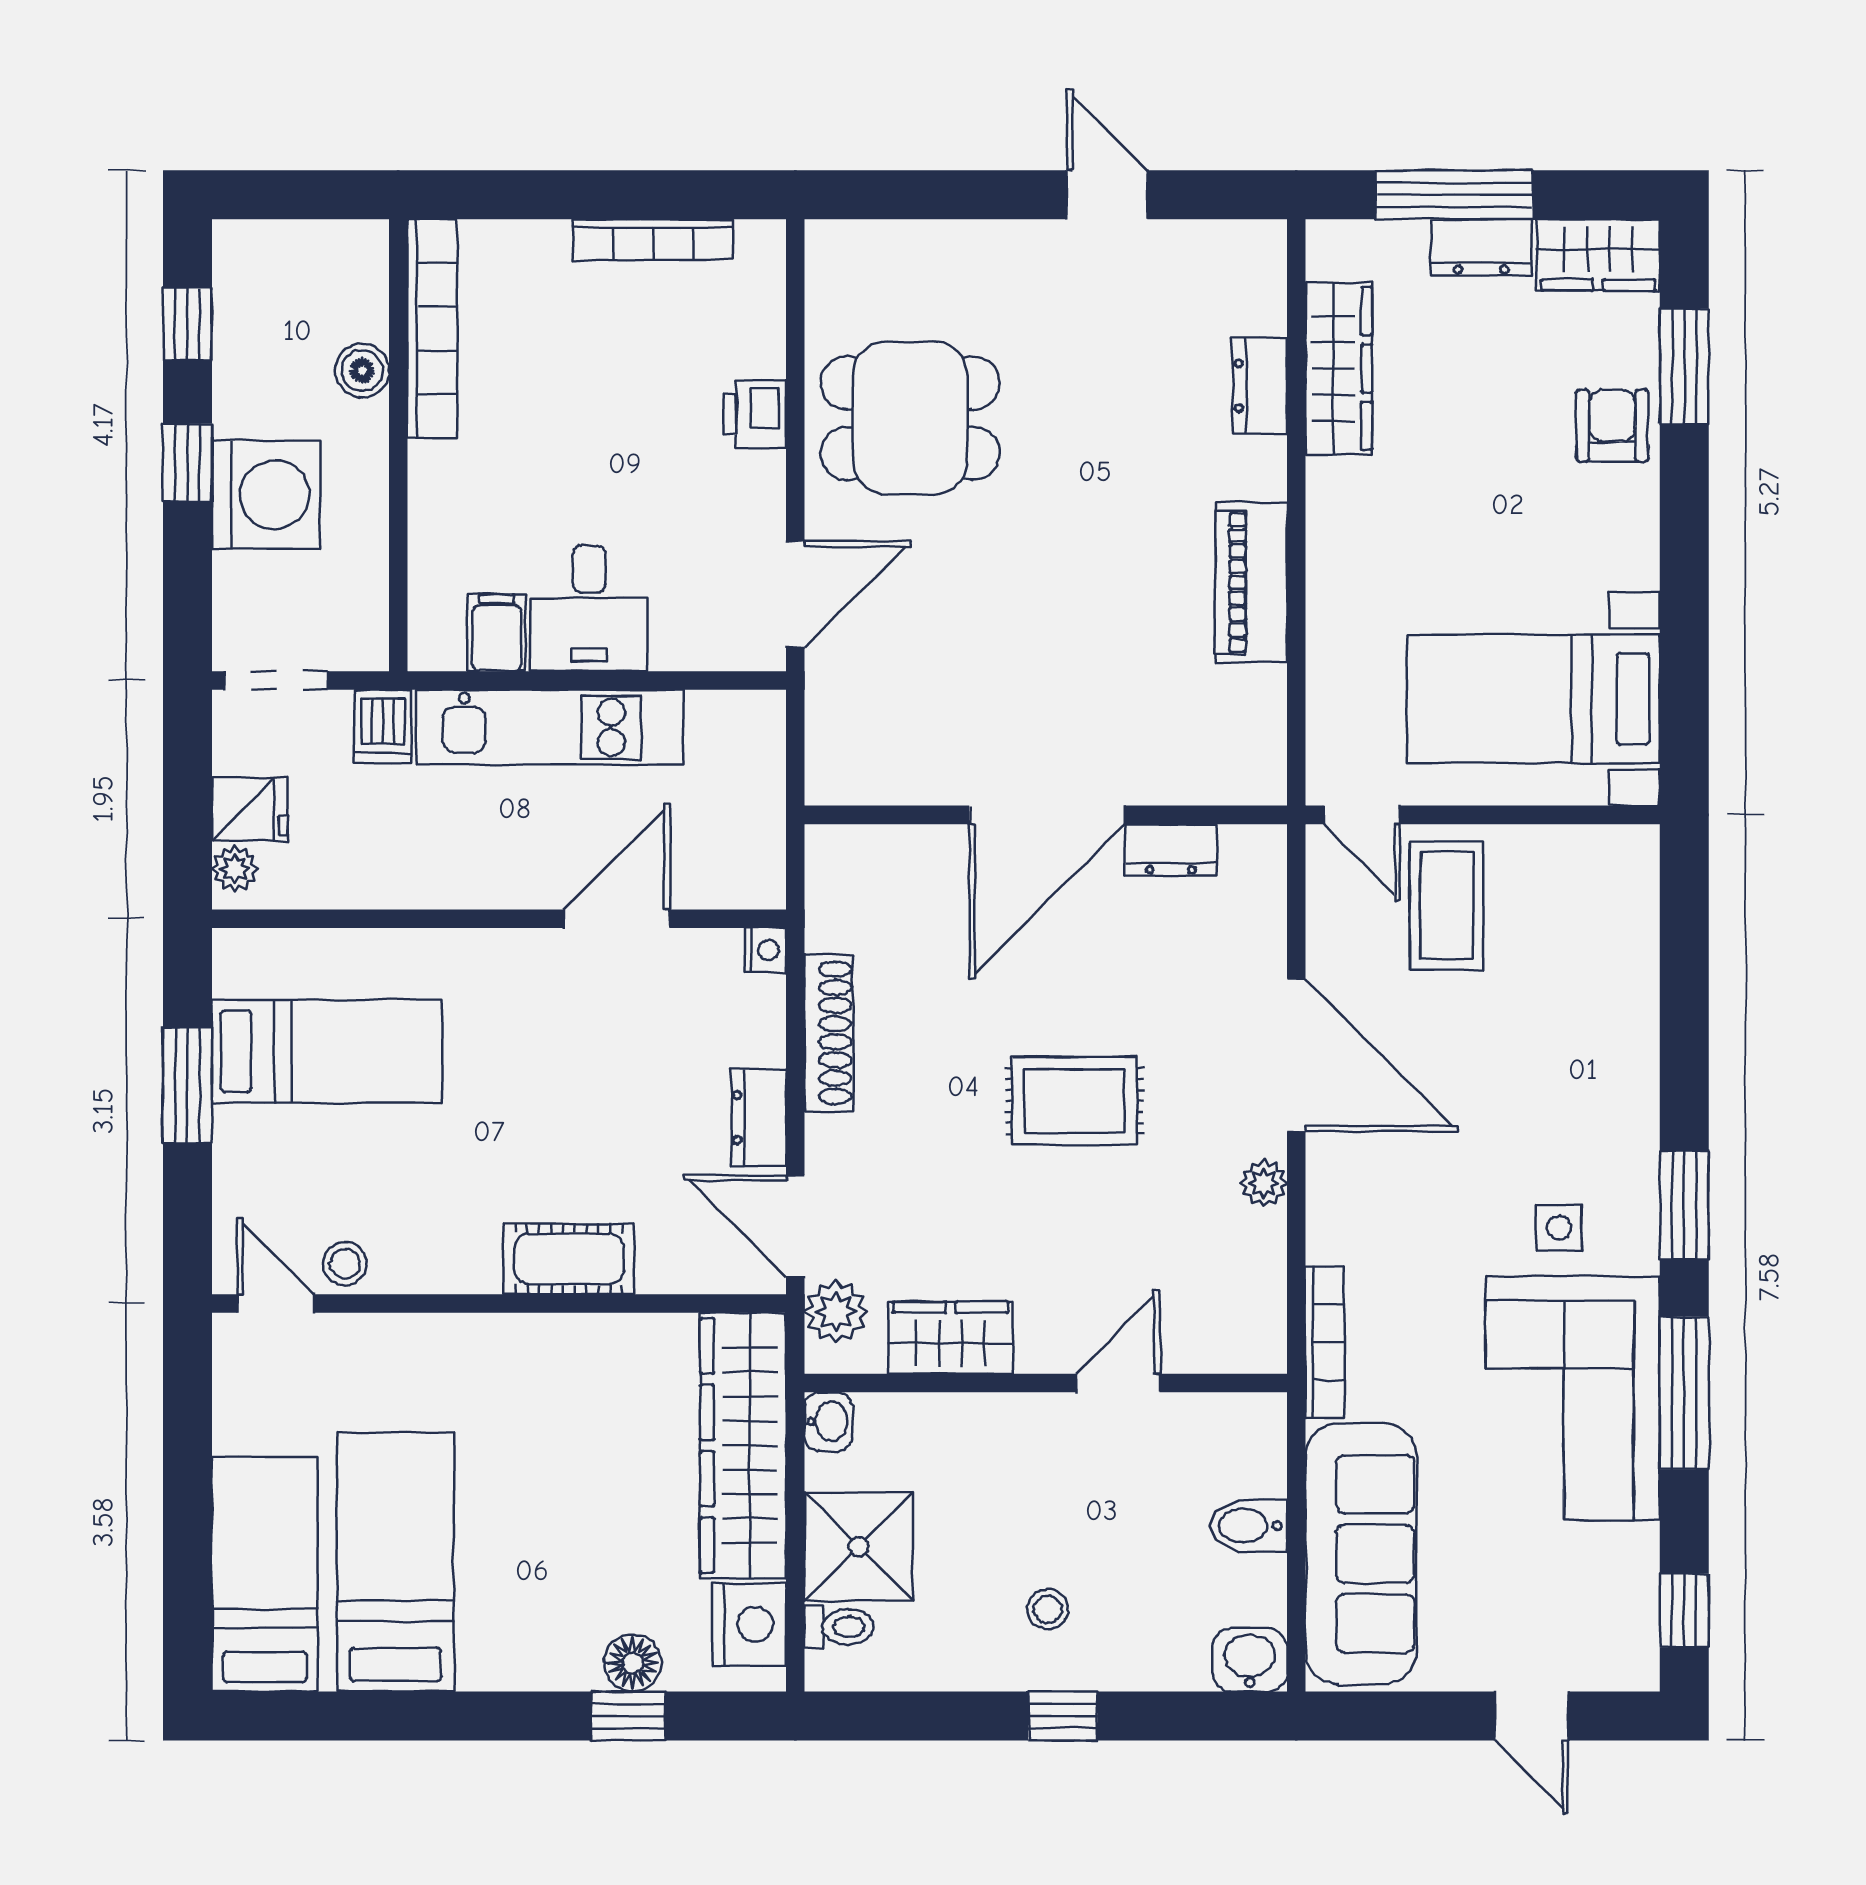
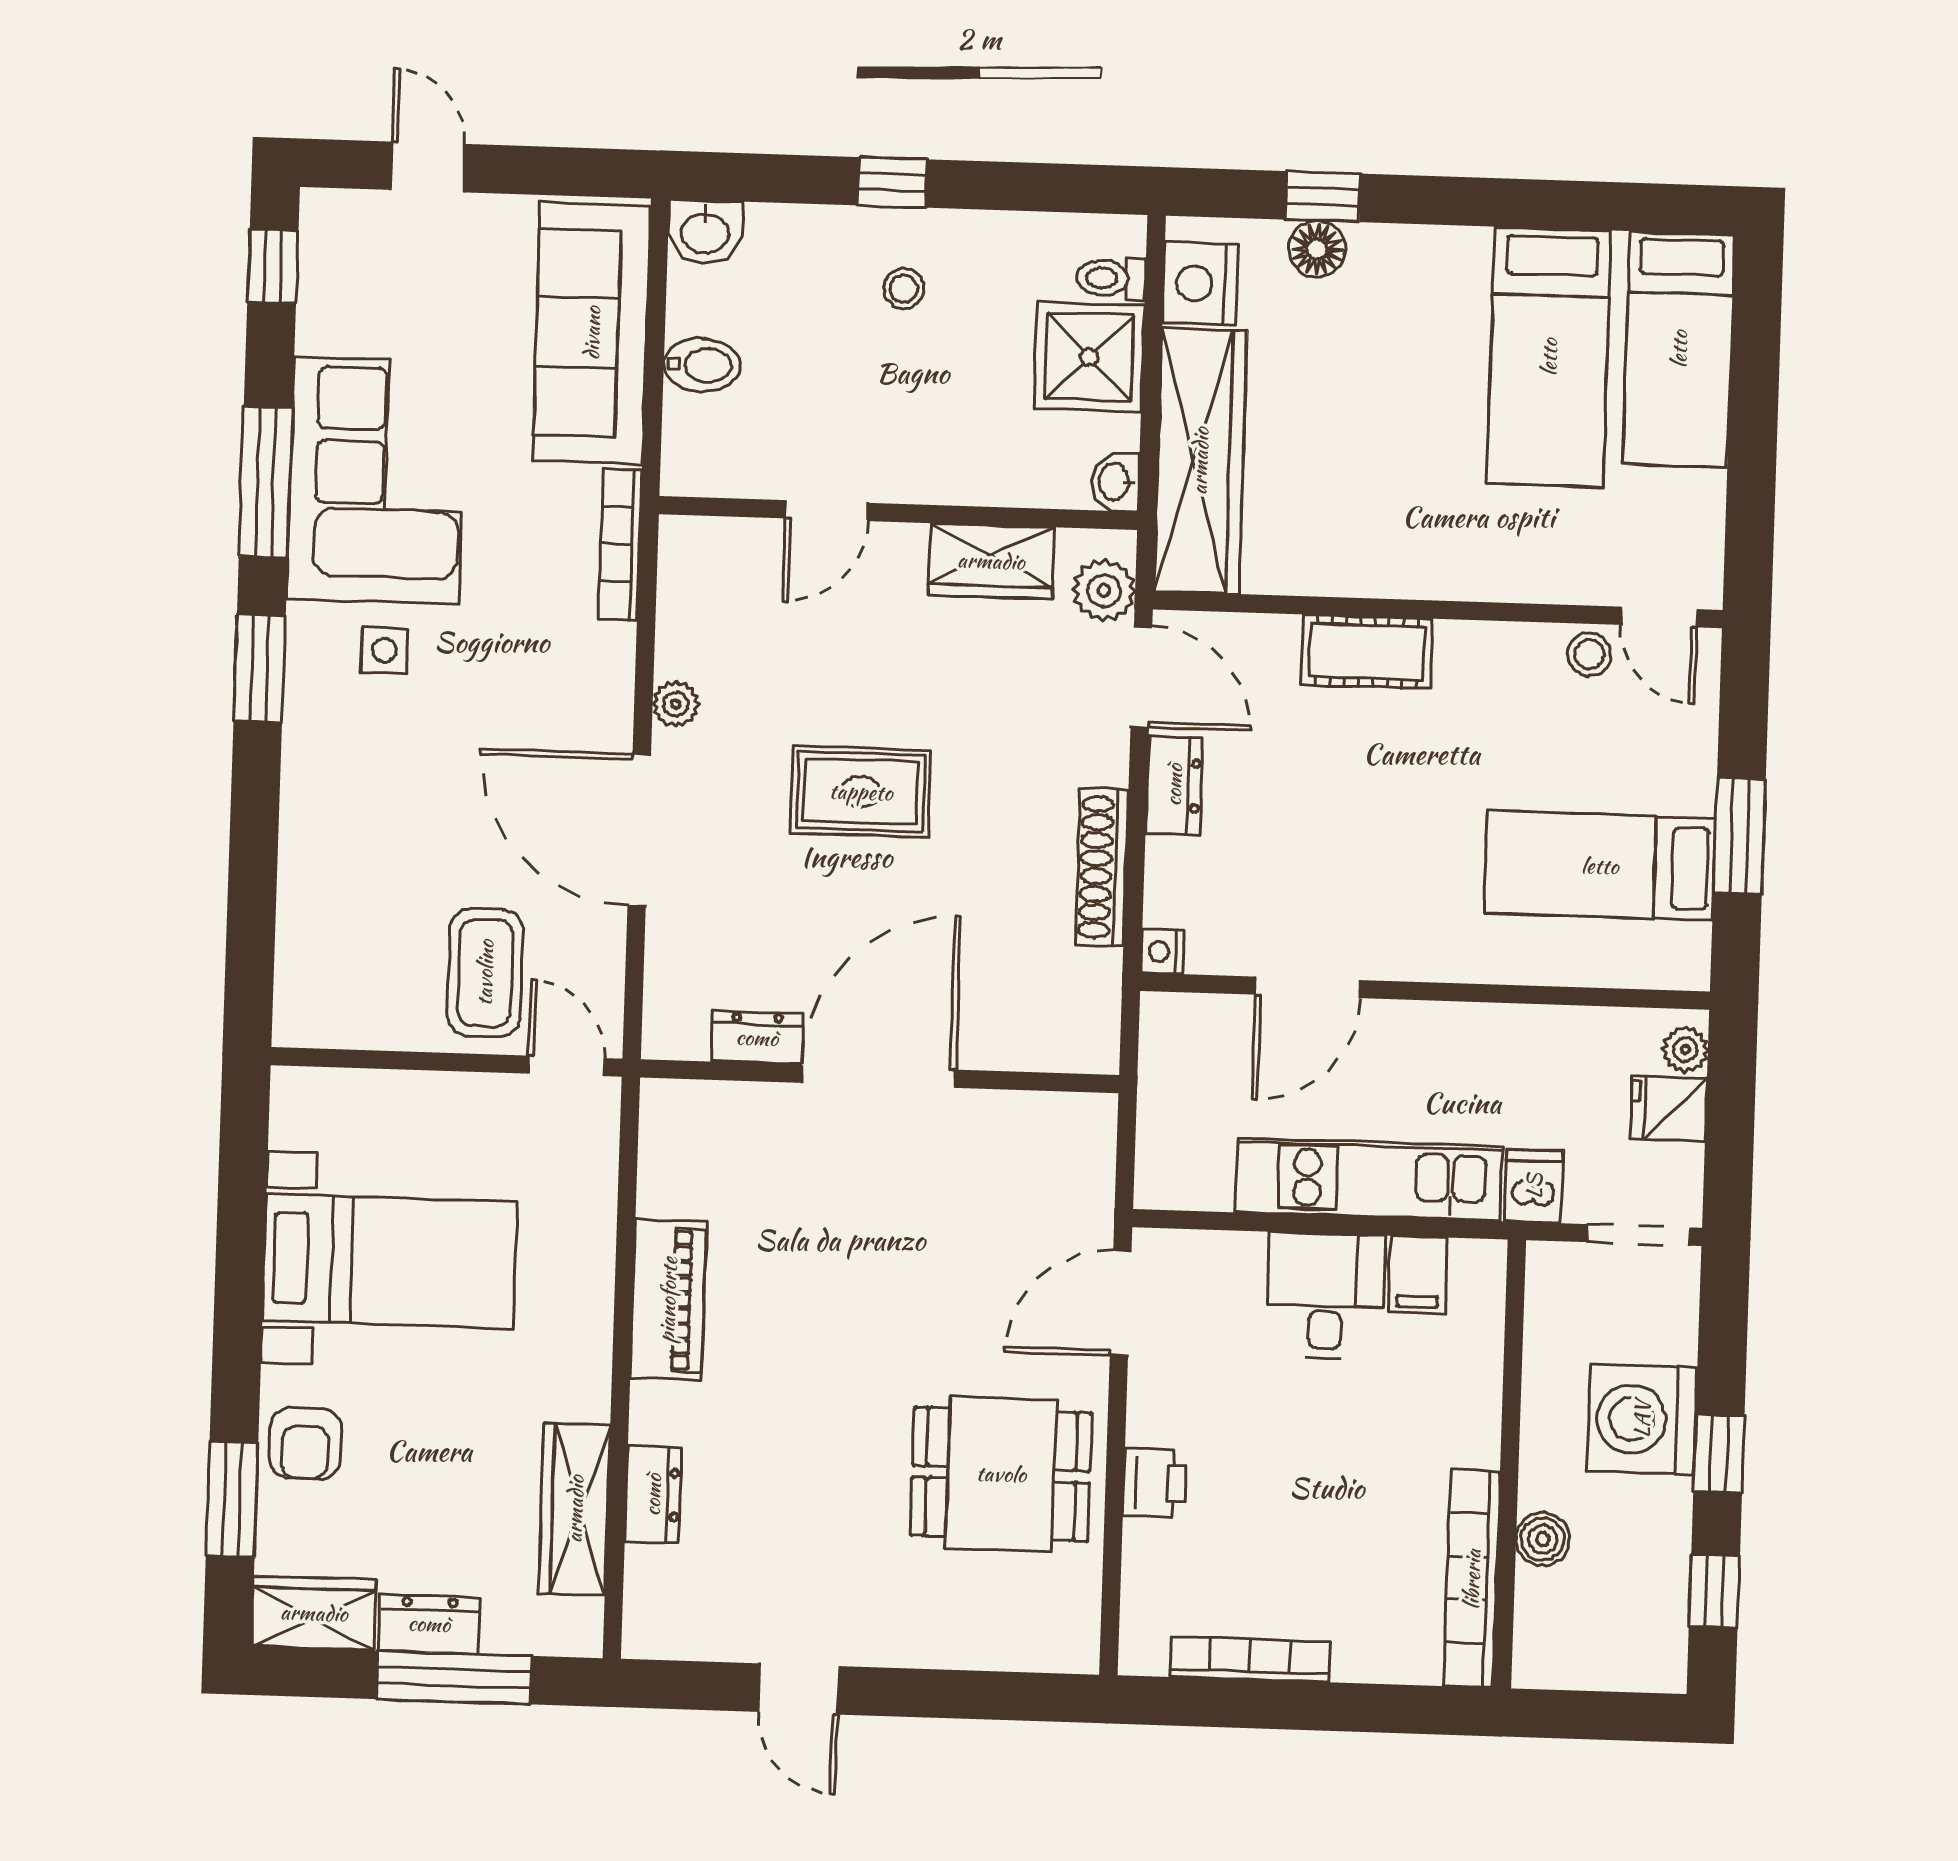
bed with nightstands: (1533, 699) -> (390, 1261), moved

